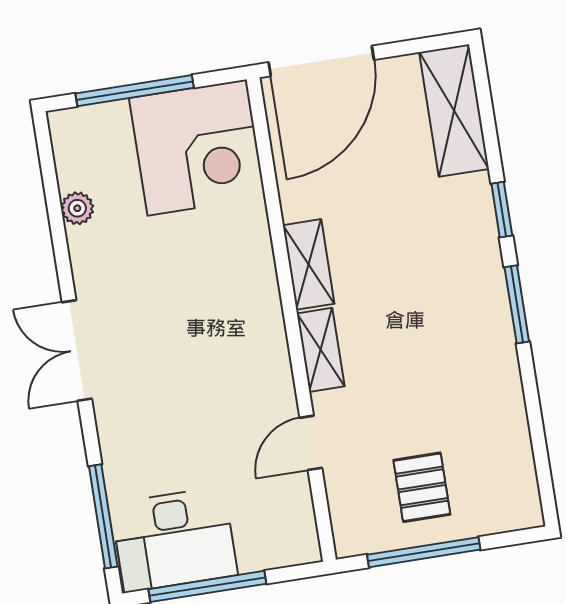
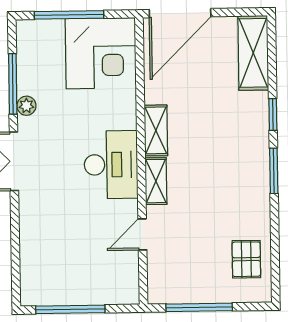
plant: (77, 208) -> (26, 106), moved
pallet: (422, 487) -> (246, 259), moved
window: (103, 516) -> (13, 84), moved
desk: (174, 539) -> (111, 165), moved, turned -90

